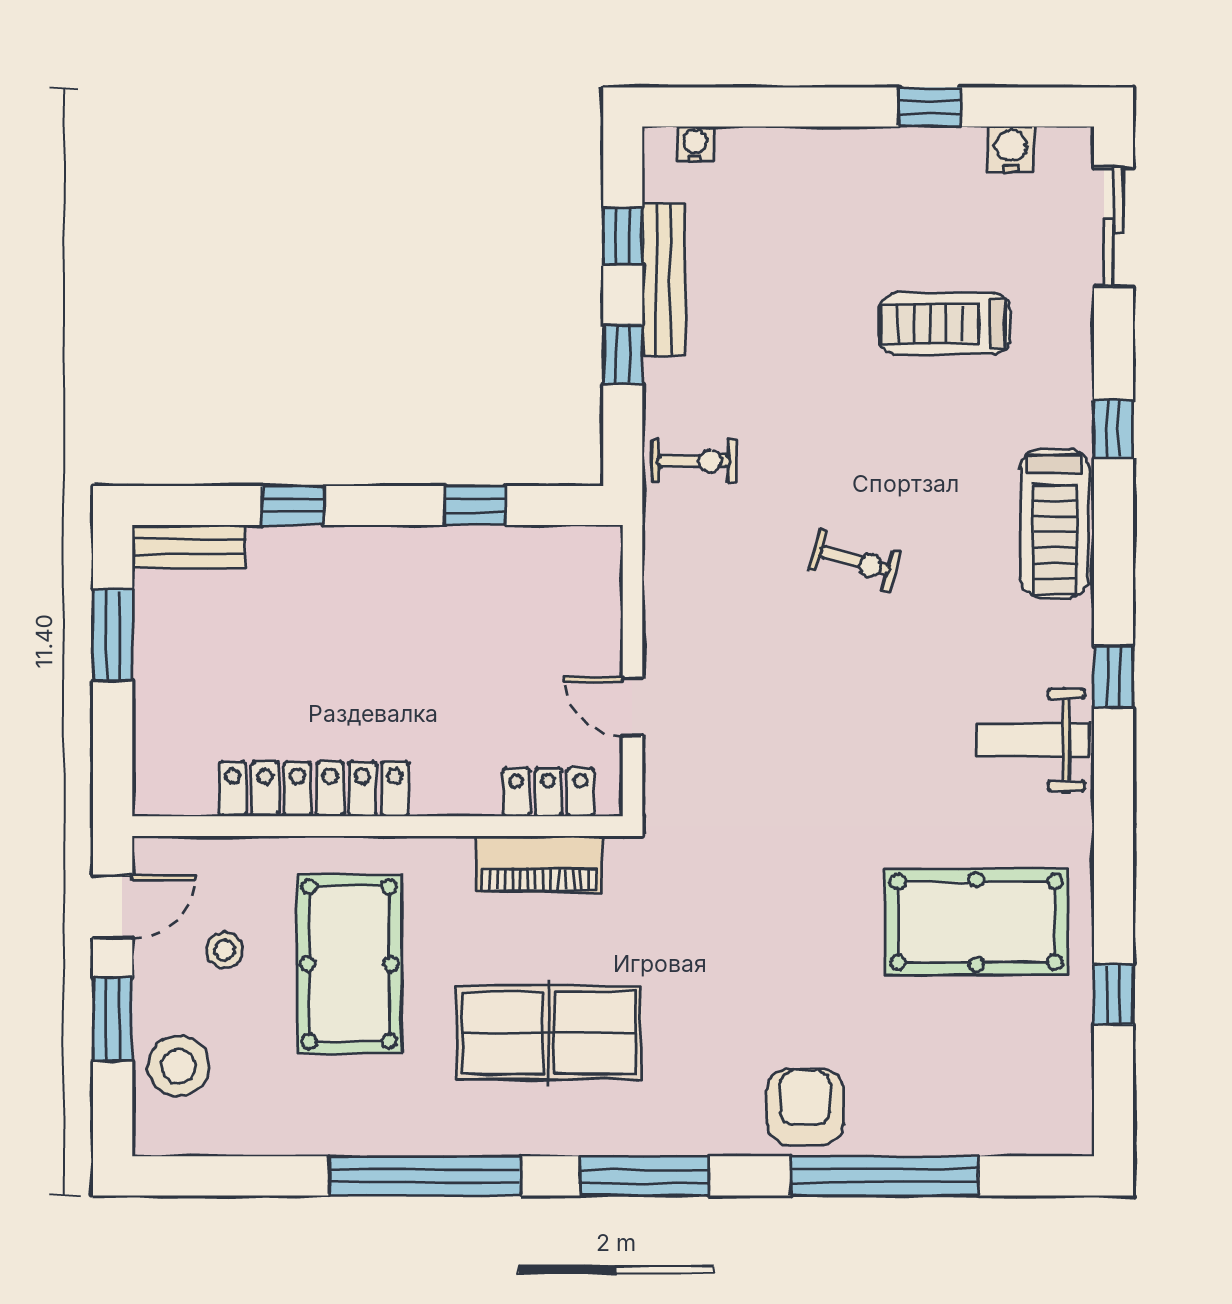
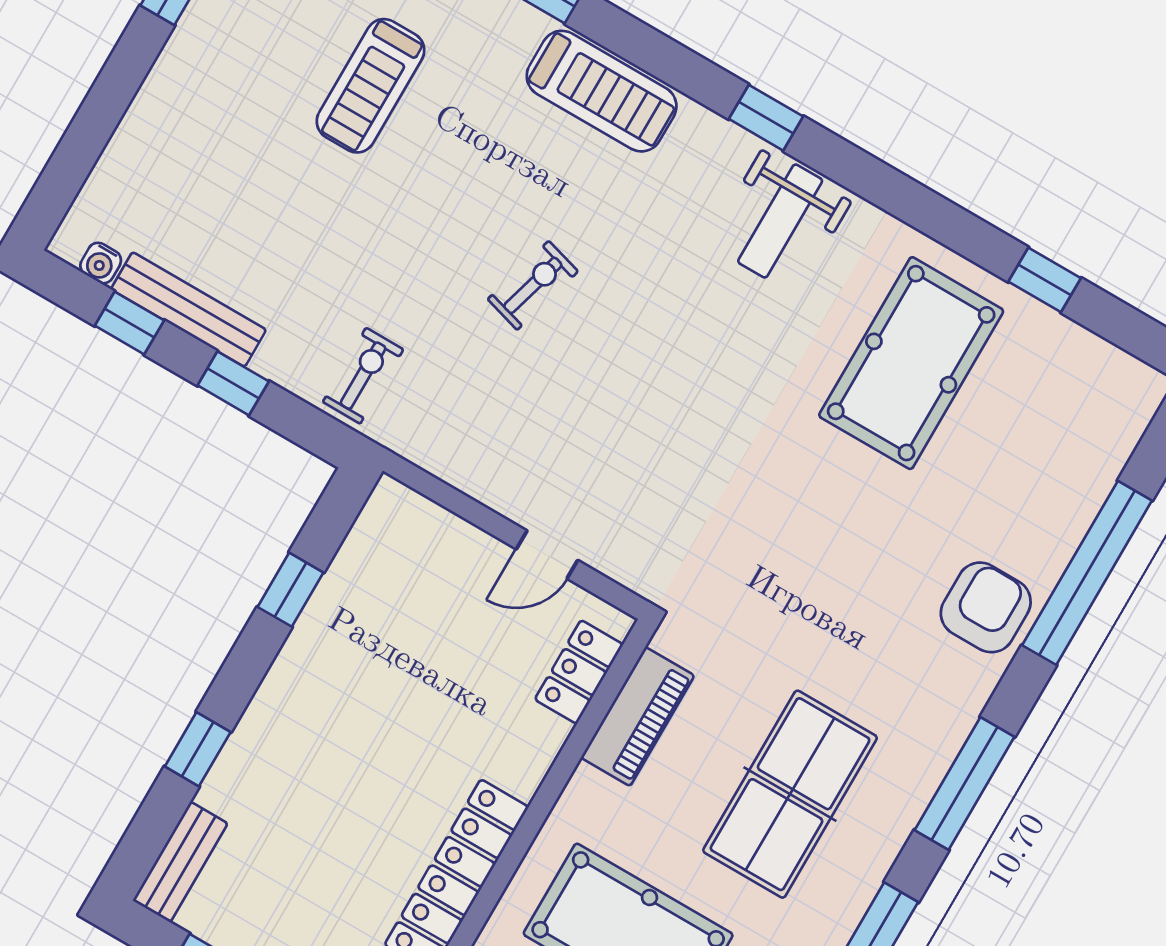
water cooler: (695, 144) -> (101, 263), moved, turned -90
armchair: (805, 1107) -> (986, 607), turned 90

